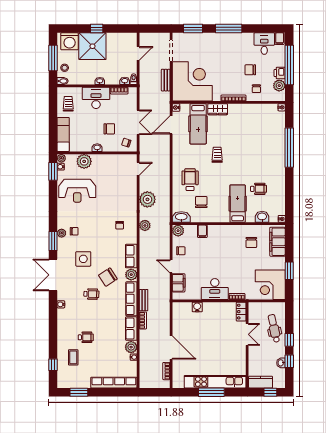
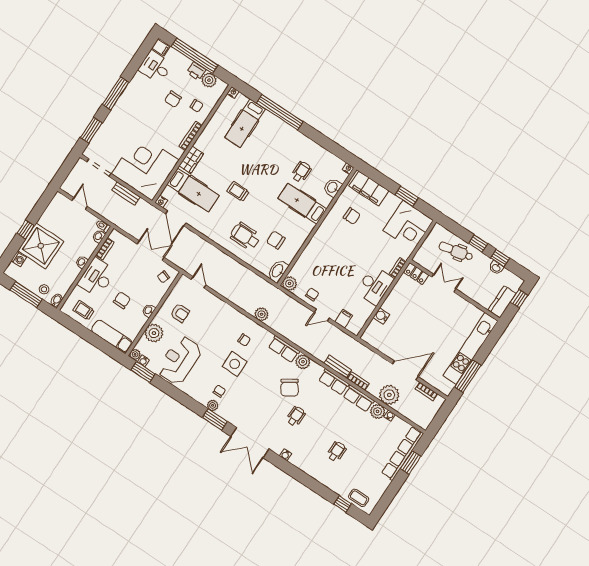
washing machine: (70, 41) -> (19, 259), width x0.53, depth x0.53
chair: (109, 129) -> (122, 300), moved
hospital bed: (266, 129) -> (245, 123), added
armchair: (109, 170) -> (180, 313), added
reception desk: (77, 191) -> (180, 360), turned 180
plant: (147, 199) -> (389, 395), moved
filing cabinet: (202, 231) -> (307, 259), removed
side table: (83, 259) -> (235, 364), moved
filing cabinet: (179, 283) -> (344, 319), width x0.50
row of seats: (131, 299) -> (334, 382), width x0.68
coffee table: (73, 357) -> (359, 498), moved
window: (79, 392) -> (411, 463), moved
window: (211, 392) -> (468, 376), moved

